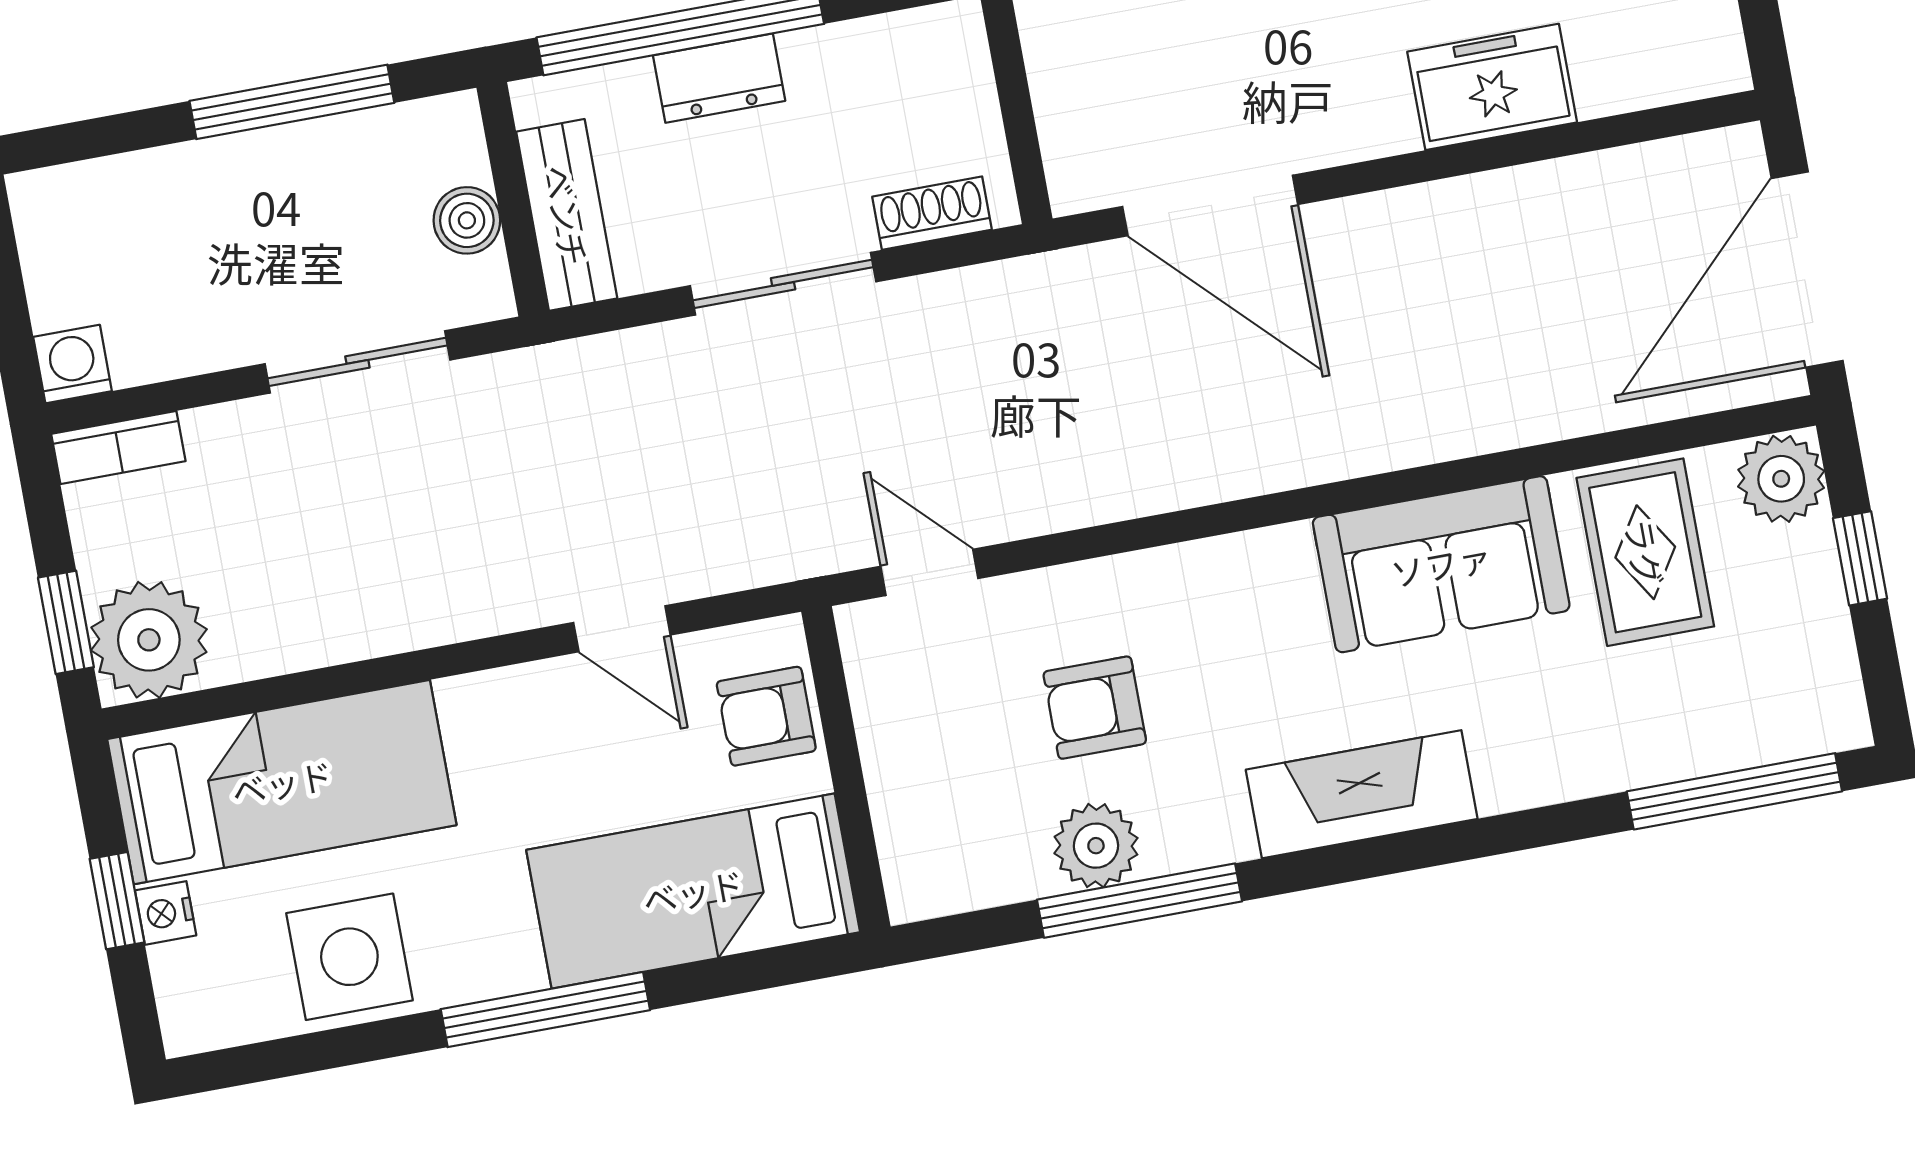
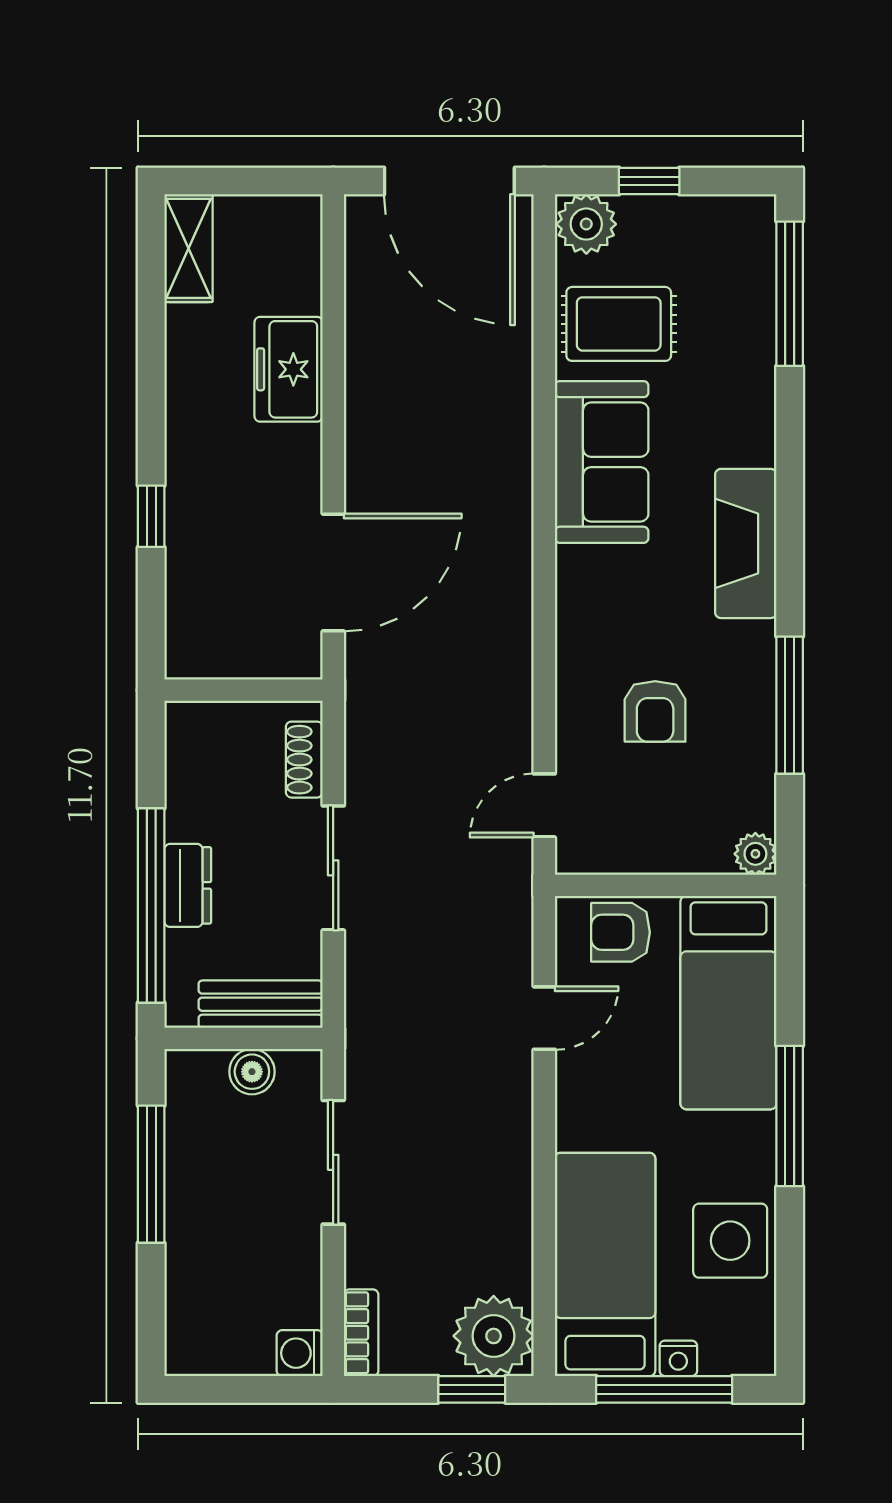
armchair: (766, 716) -> (620, 932), turned 90
plant: (1096, 846) -> (755, 854), moved, width x0.73, depth x0.73
window: (117, 901) -> (664, 1389), width x2.17

